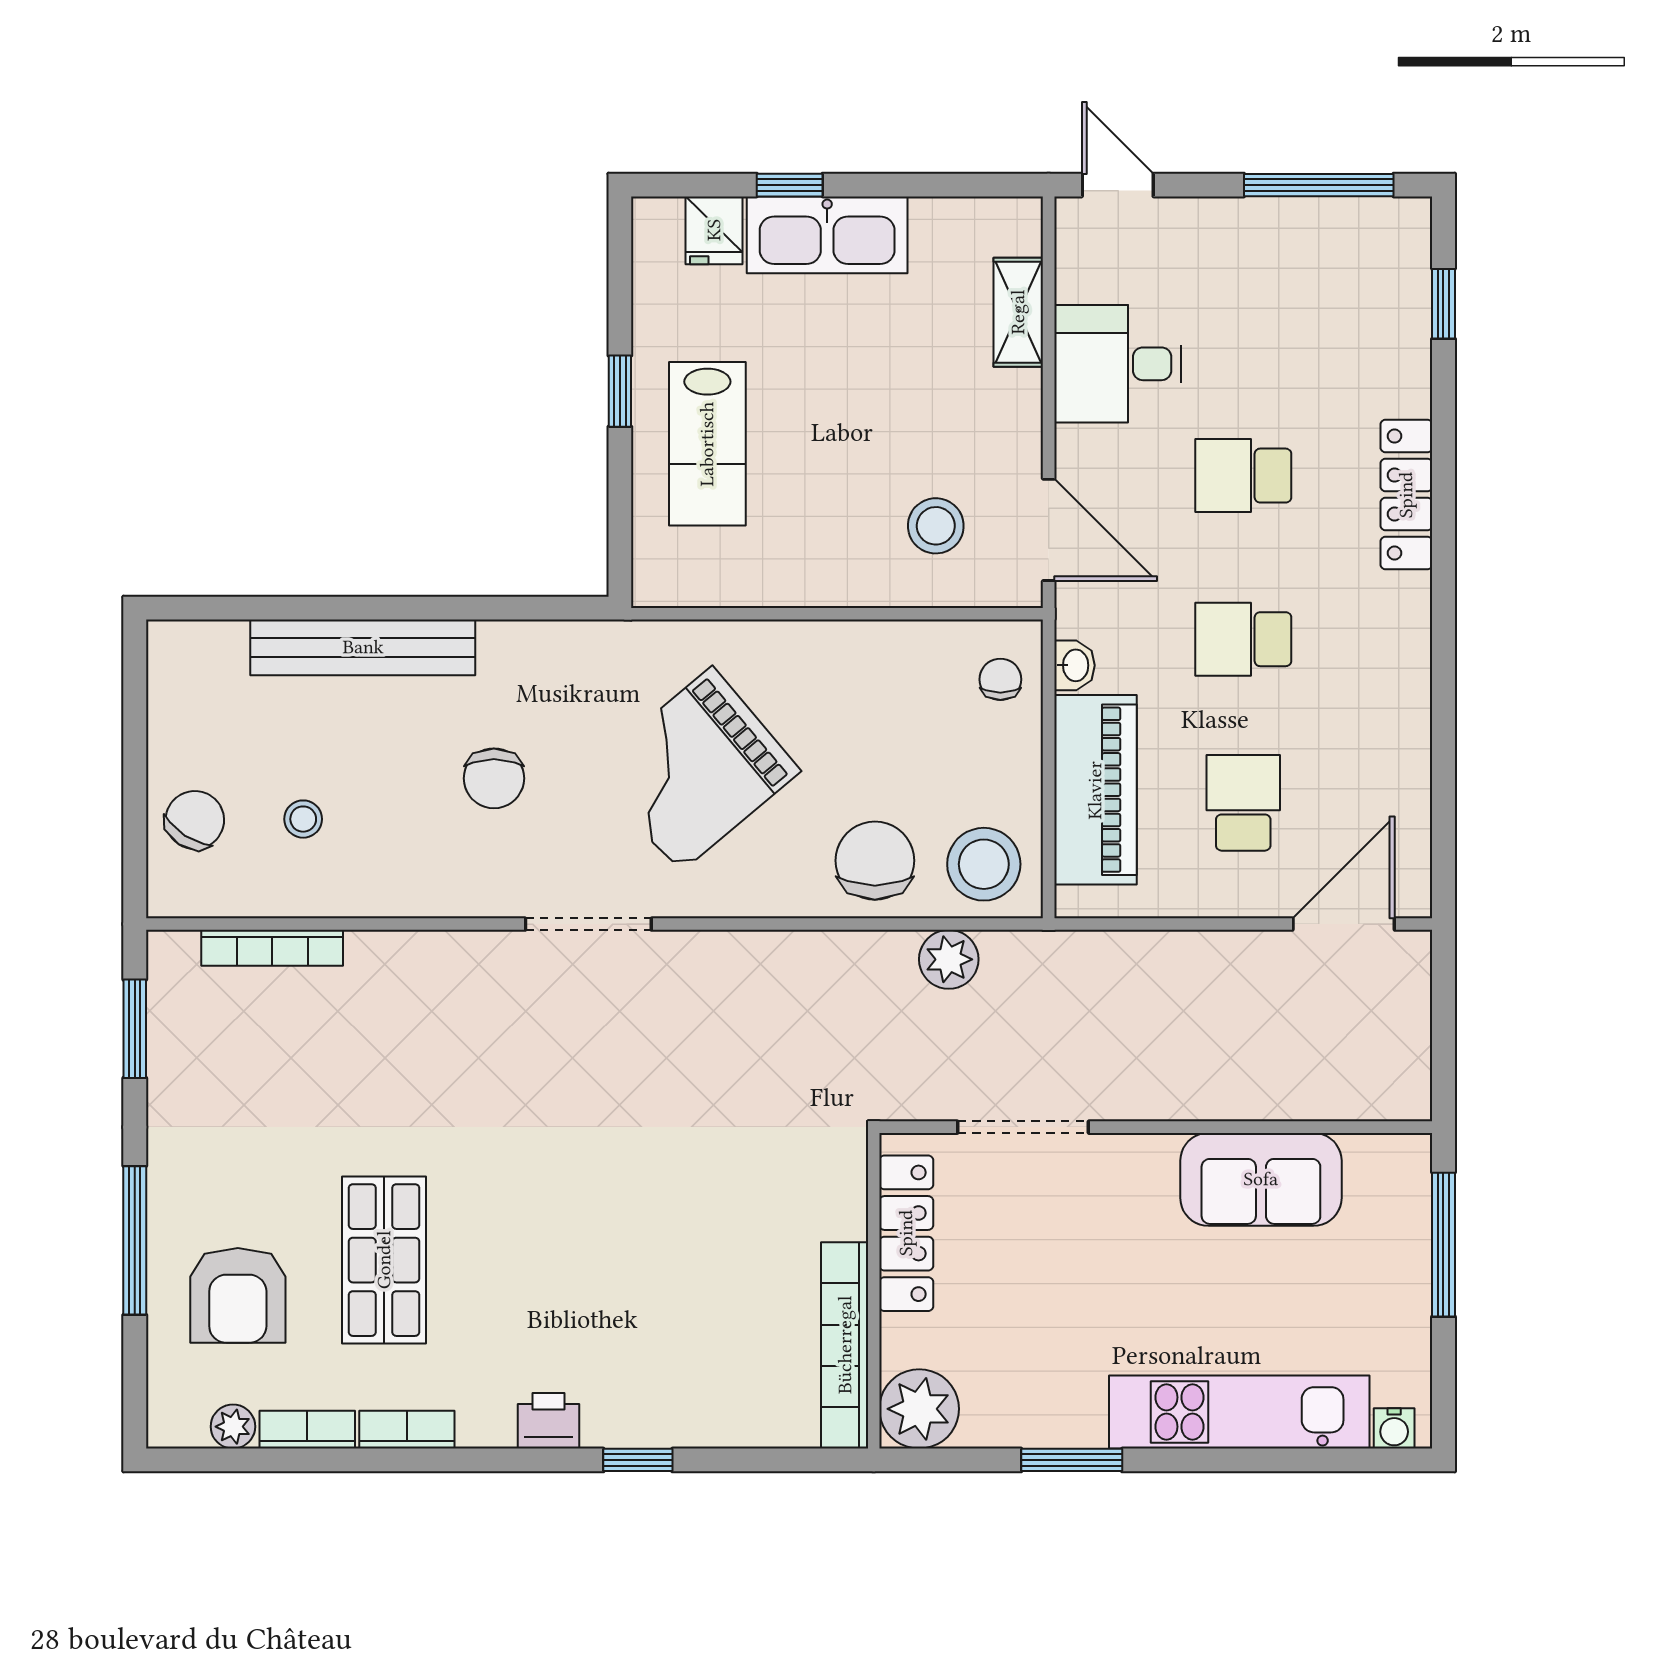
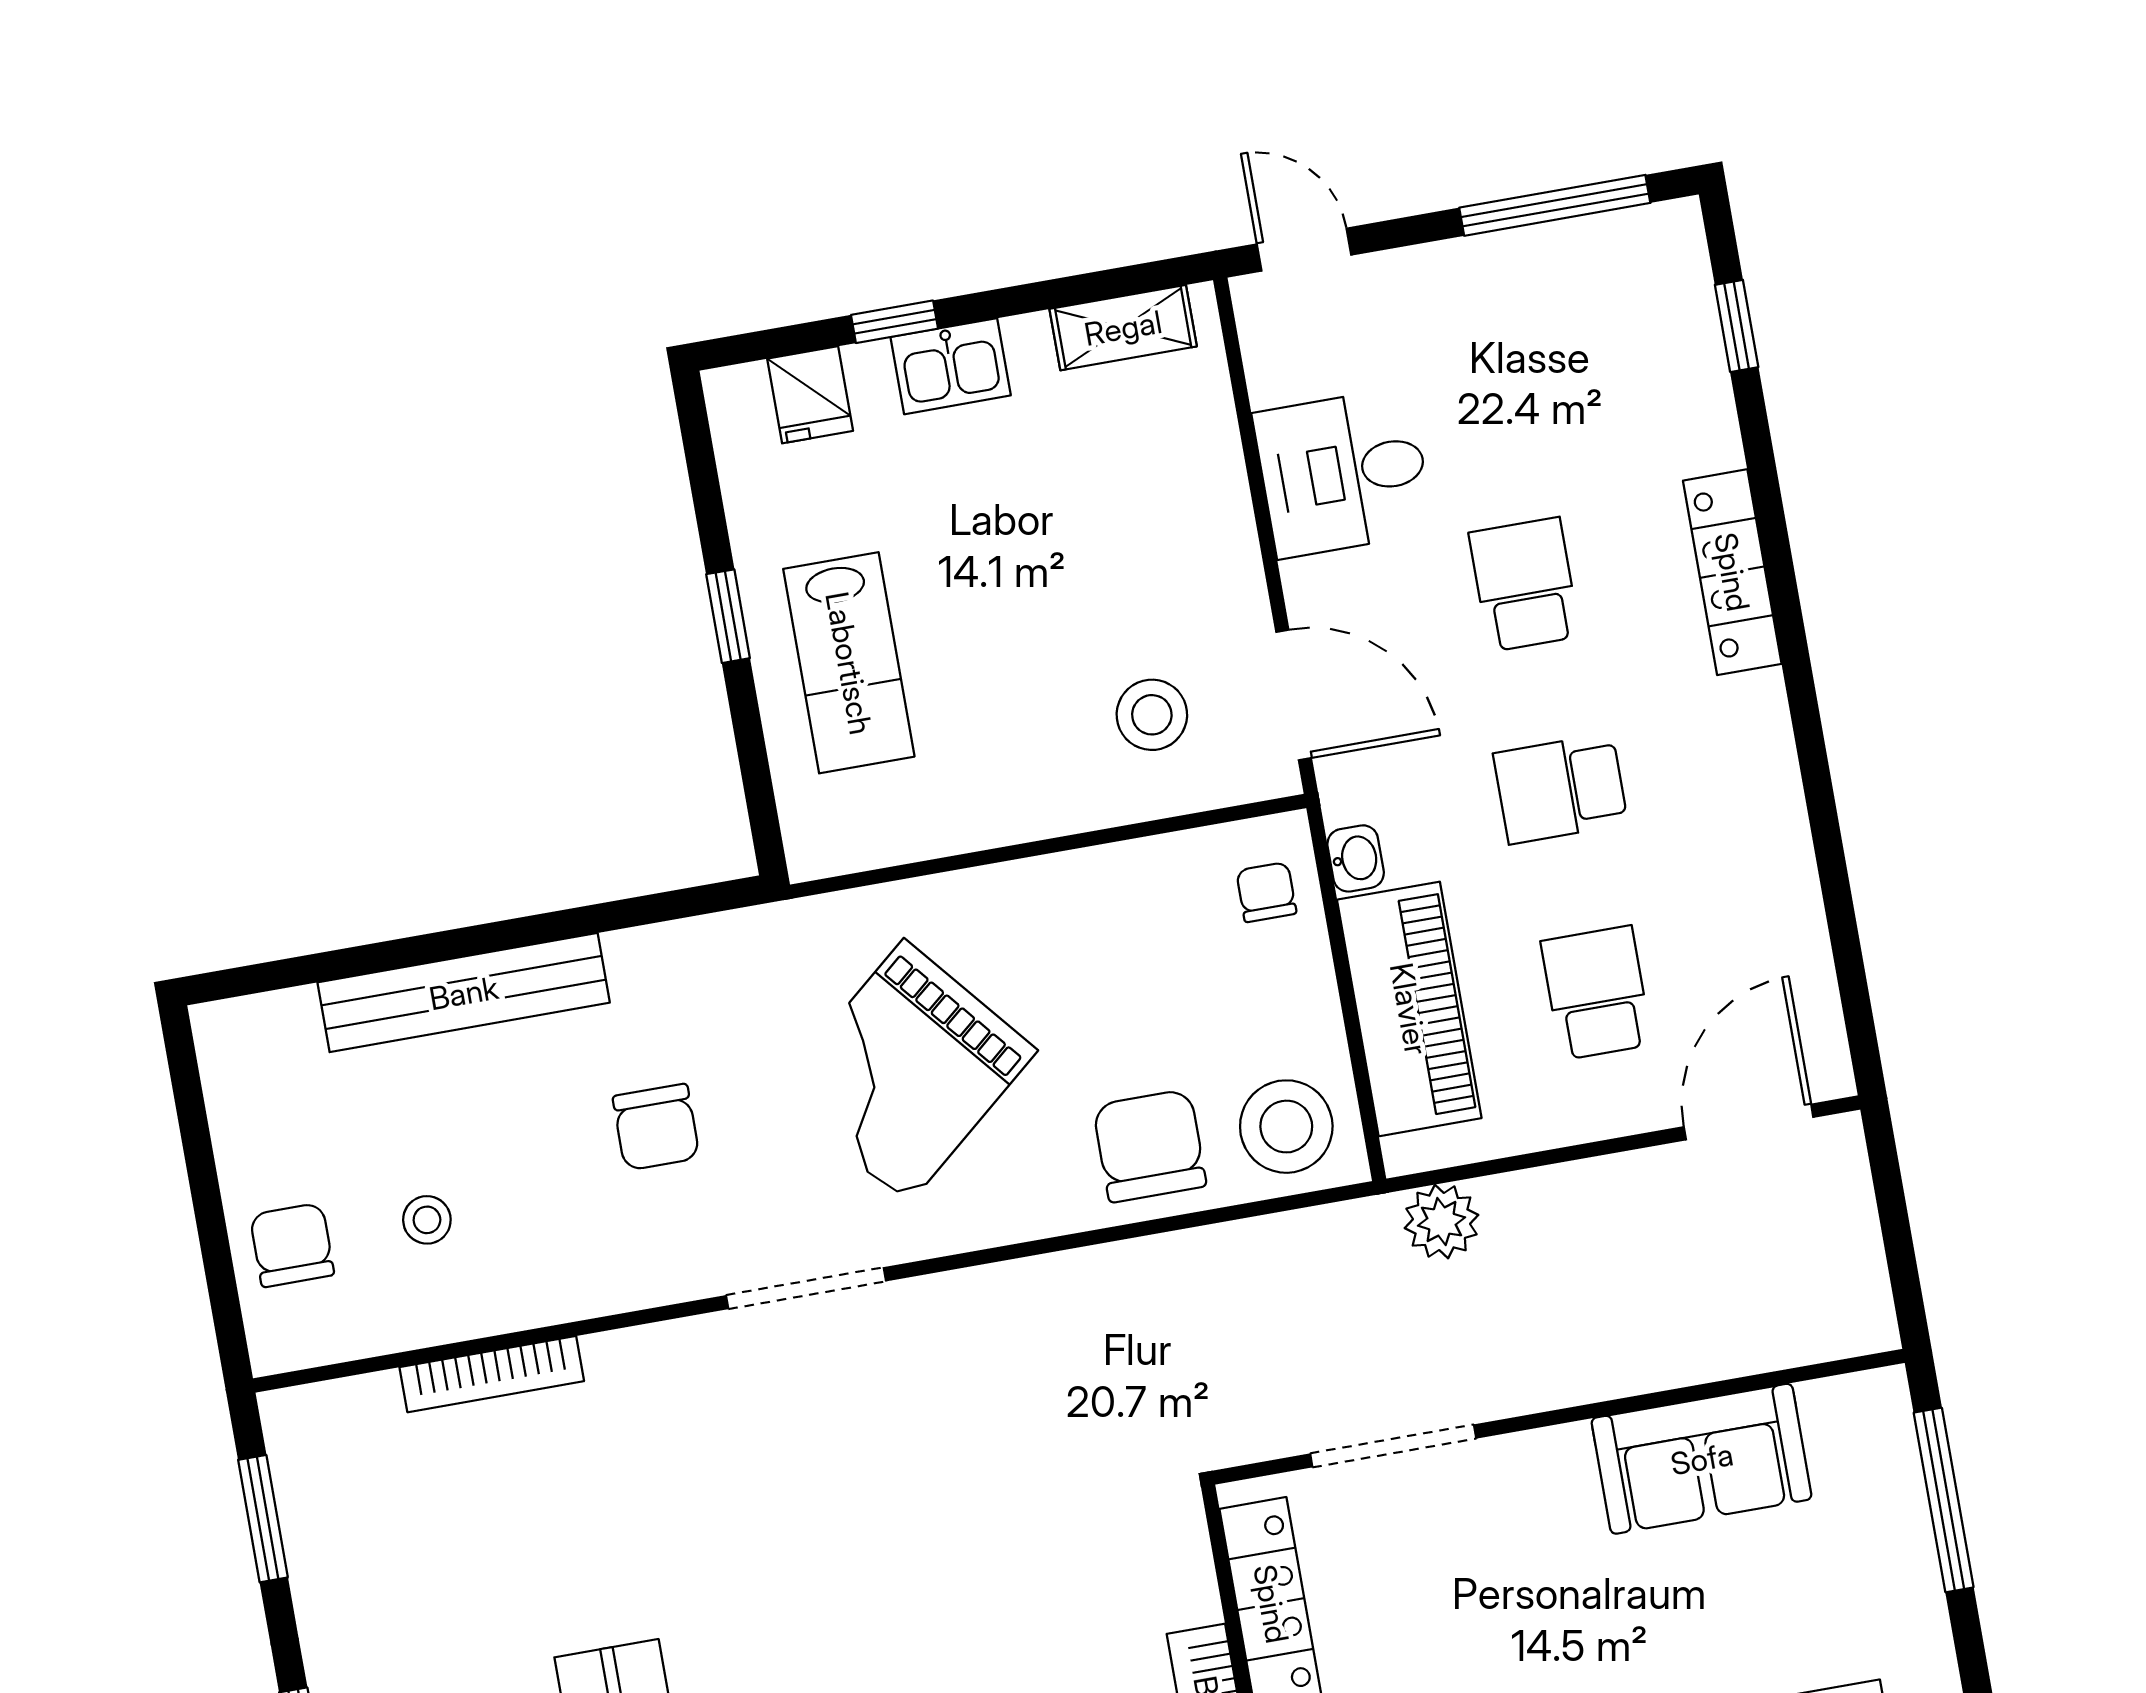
kitchen sink: (827, 235) -> (951, 366), width x0.53, depth x0.81
shelving: (1018, 312) -> (1123, 328), moved, turned 90
school desk: (1243, 476) -> (1525, 584), turned 90
chair: (195, 820) -> (292, 1245), turned -33
bookcase: (272, 948) -> (492, 1374), moved
plant: (949, 959) -> (1442, 1222), moved

